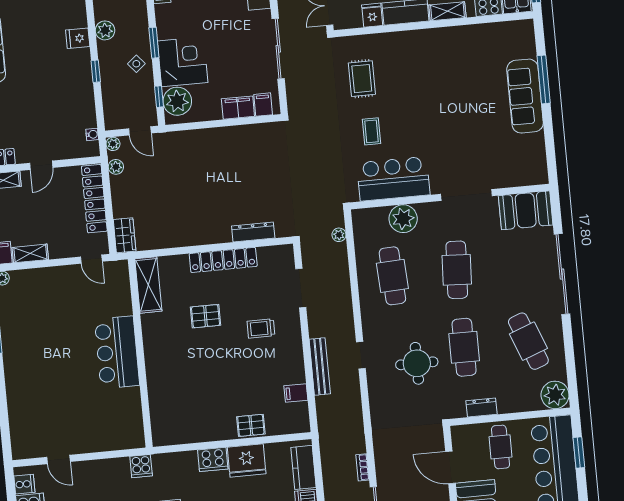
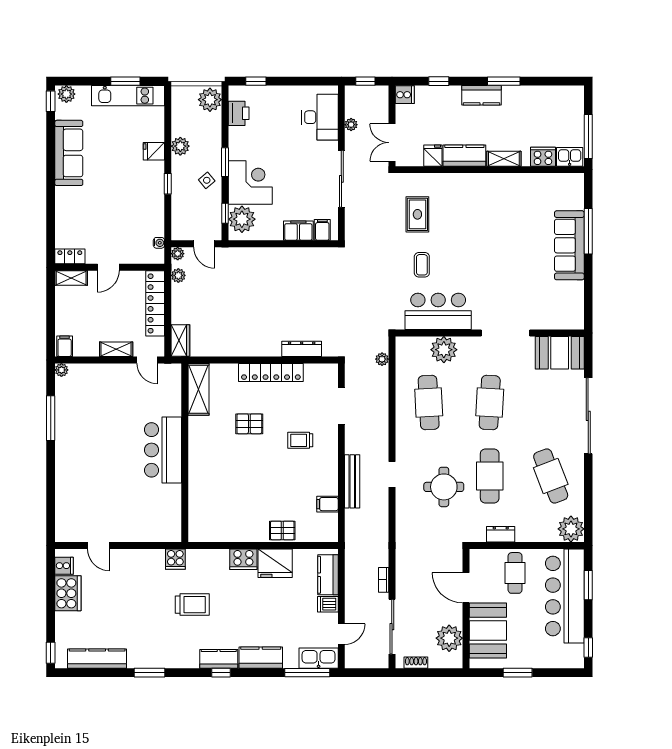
shelving: (30, 253) -> (116, 349), moved

